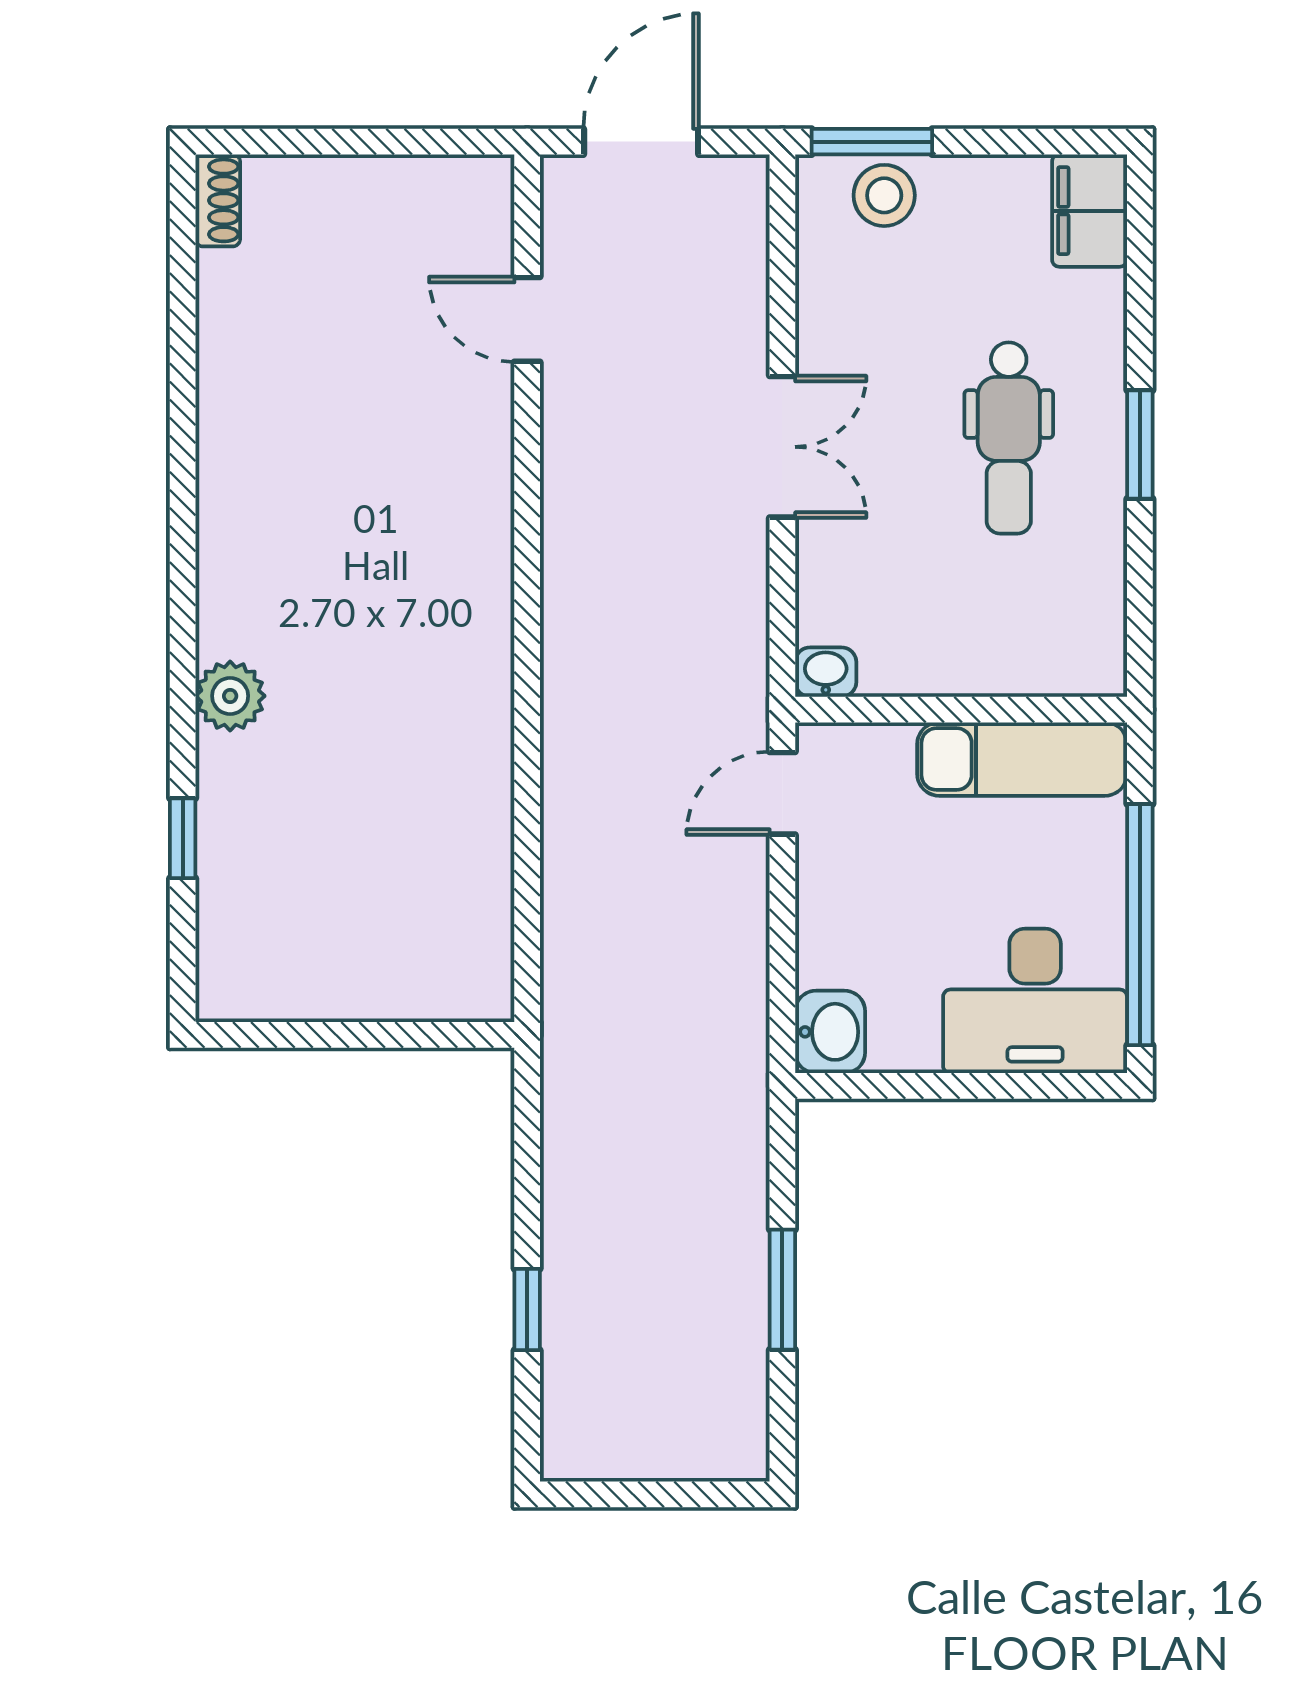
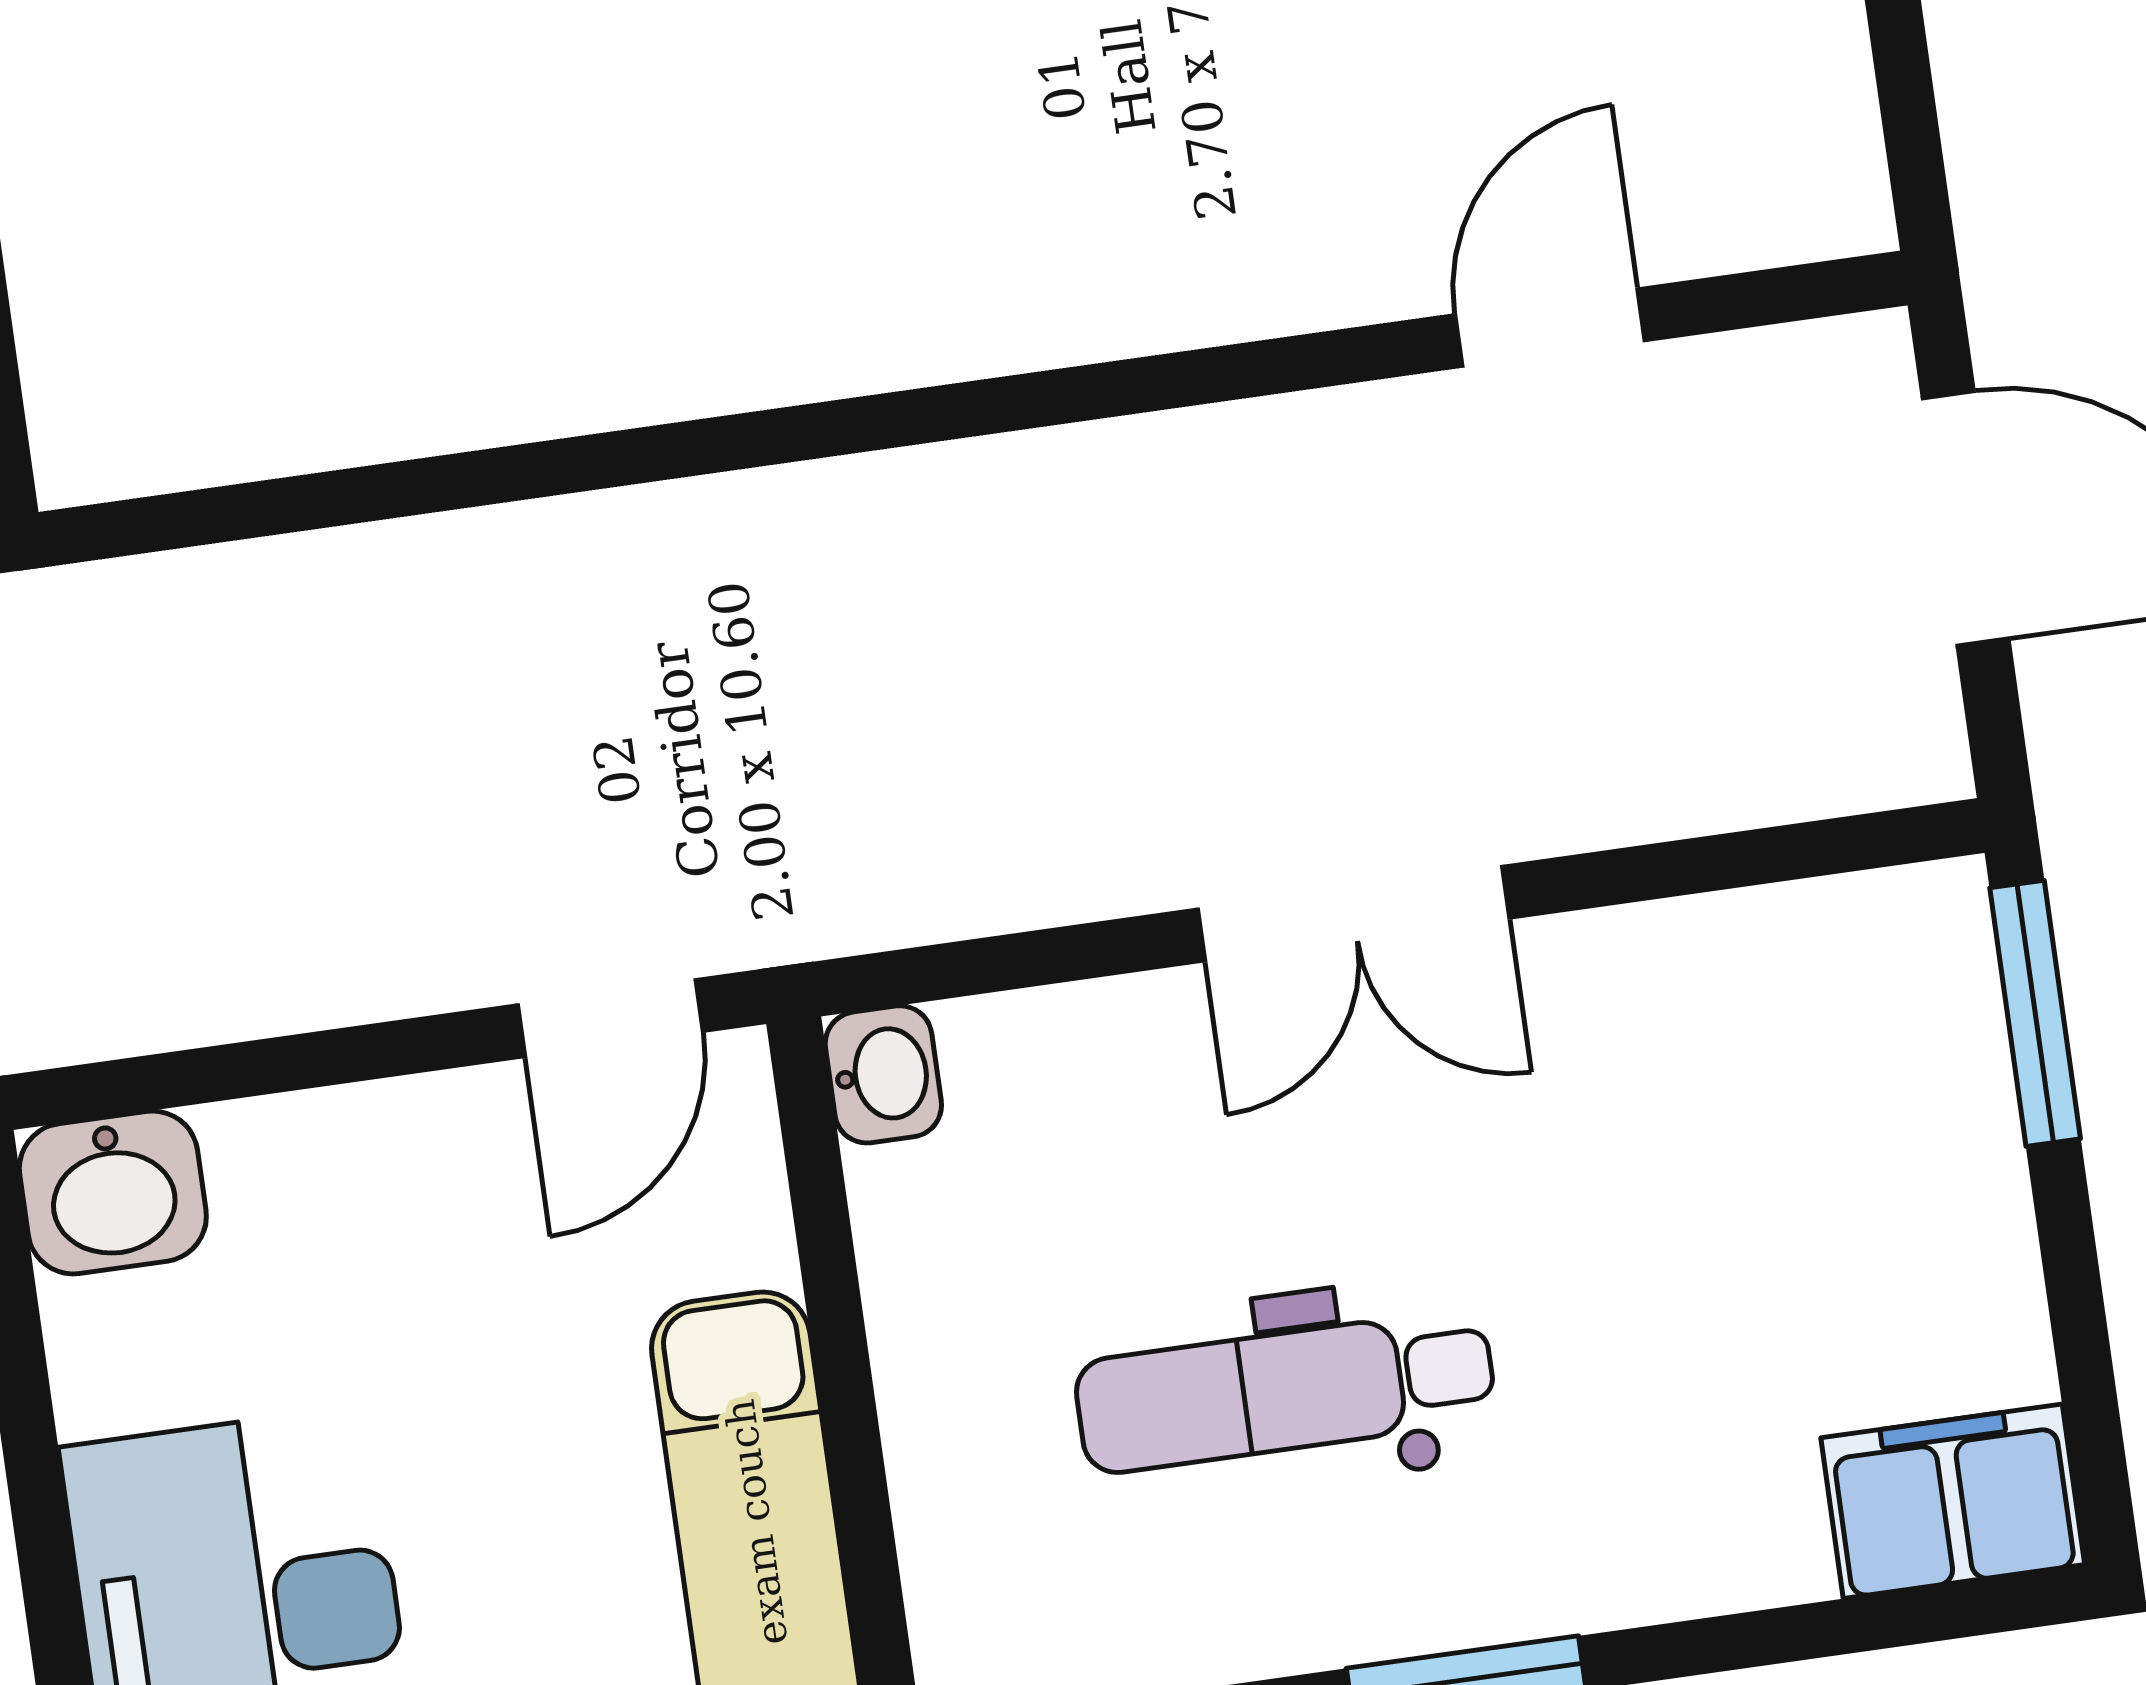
stool: (884, 195) -> (1924, 1056), removed
dental chair: (1009, 438) -> (1285, 1391), moved
door: (782, 793) -> (610, 1018), swing flipped

